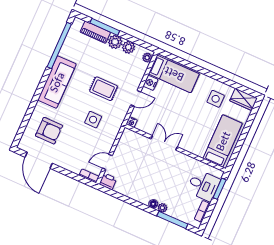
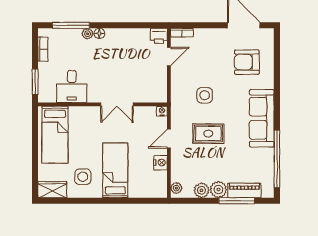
bed: (174, 74) -> (115, 170), moved, turned 90
desk: (203, 185) -> (72, 86), moved, turned -90

